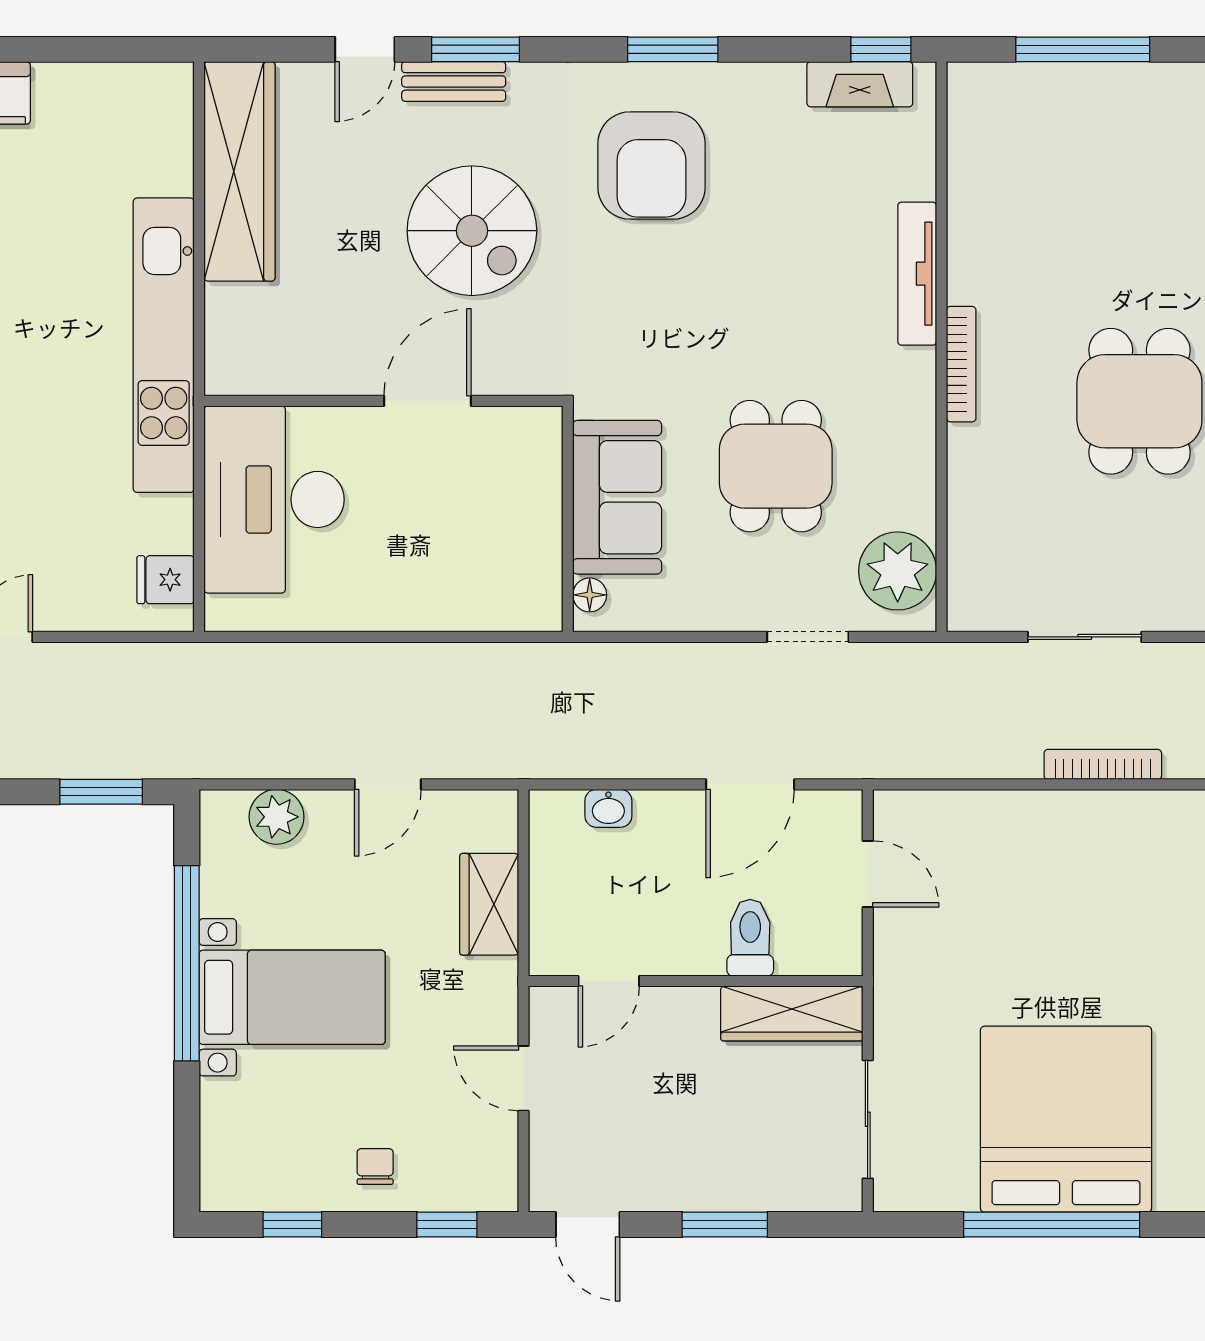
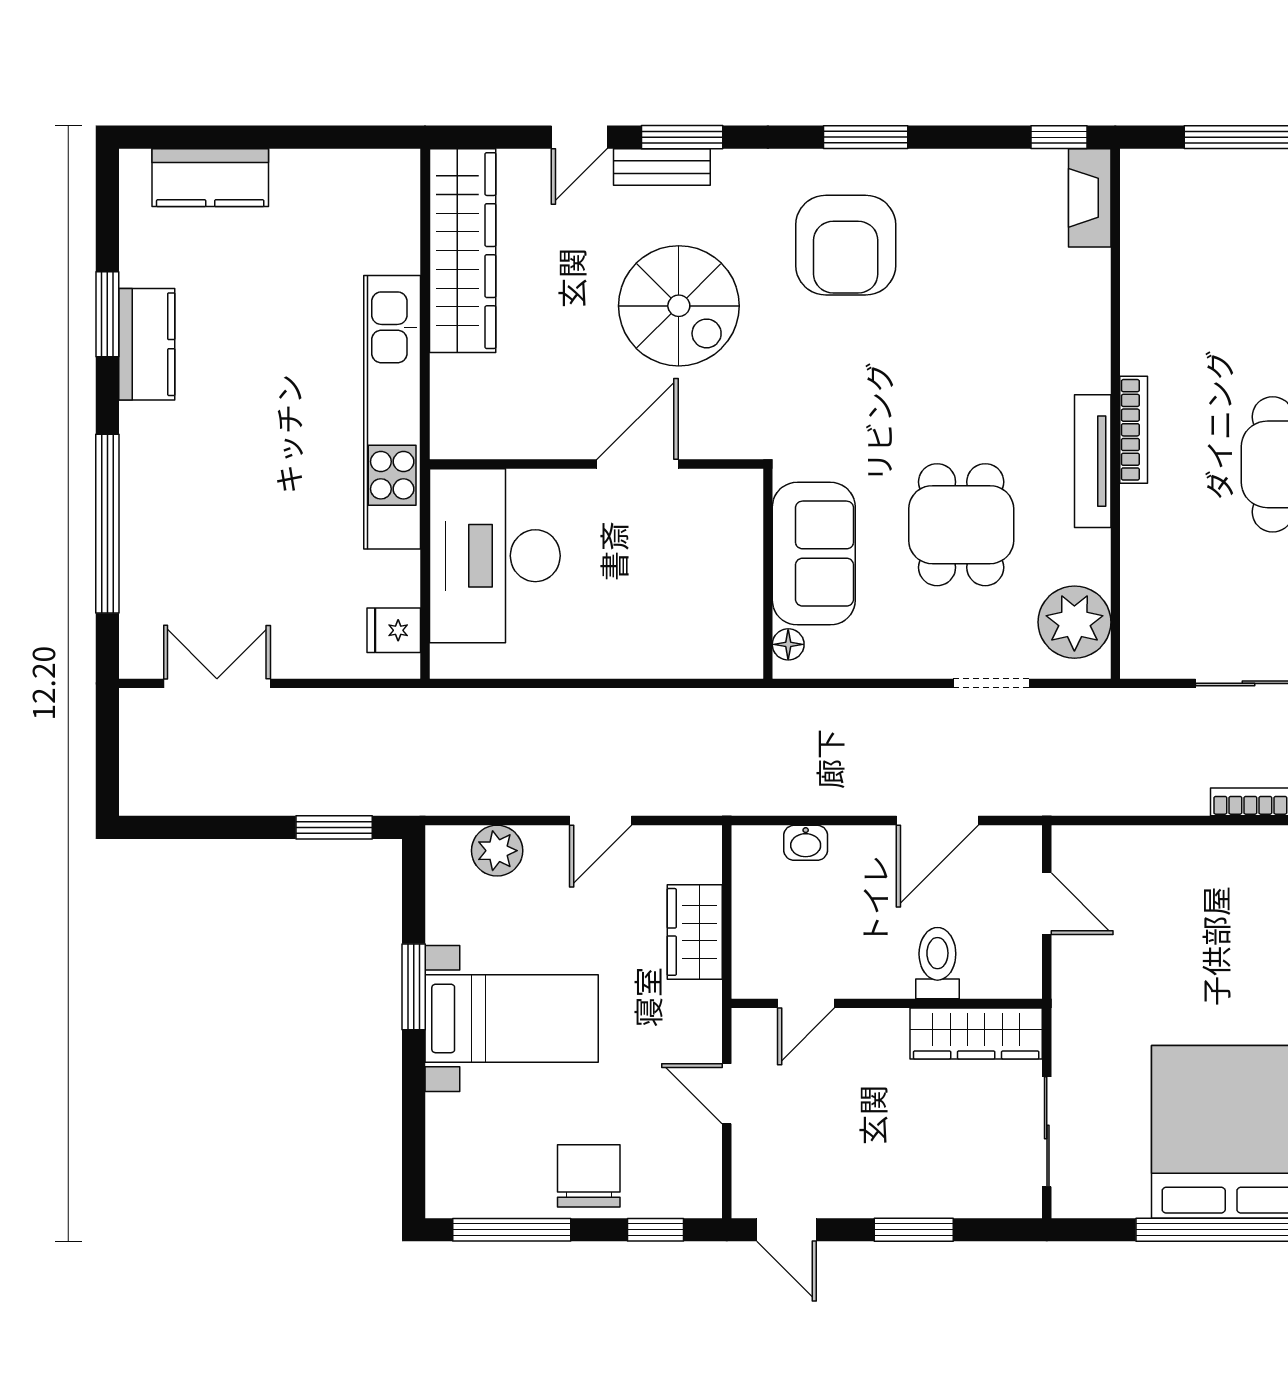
fireplace: (860, 84) -> (1090, 198), moved, turned 90
tv unit: (917, 274) -> (1093, 461), moved
window: (187, 963) -> (414, 987), width x0.47
chair: (375, 1167) -> (589, 1176), width x1.87, depth x1.87
window: (292, 1224) -> (512, 1230), width x2.17

